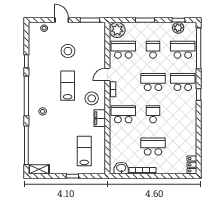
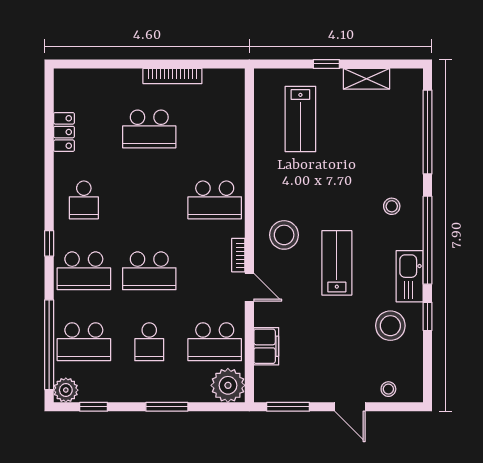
plant: (178, 28) -> (66, 390), moved
stool: (68, 51) -> (390, 326), moved
door: (107, 75) -> (249, 287), hinge flipped
kitchen sink: (35, 80) -> (410, 276), added
lab bench: (68, 86) -> (337, 263), turned 180
school desk: (153, 114) -> (84, 200), moved
filing cabinet: (100, 118) -> (266, 346), moved
locker: (192, 165) -> (64, 132), moved
washbasin: (121, 168) -> (219, 81), removed
shelving: (39, 169) -> (366, 79), moved

